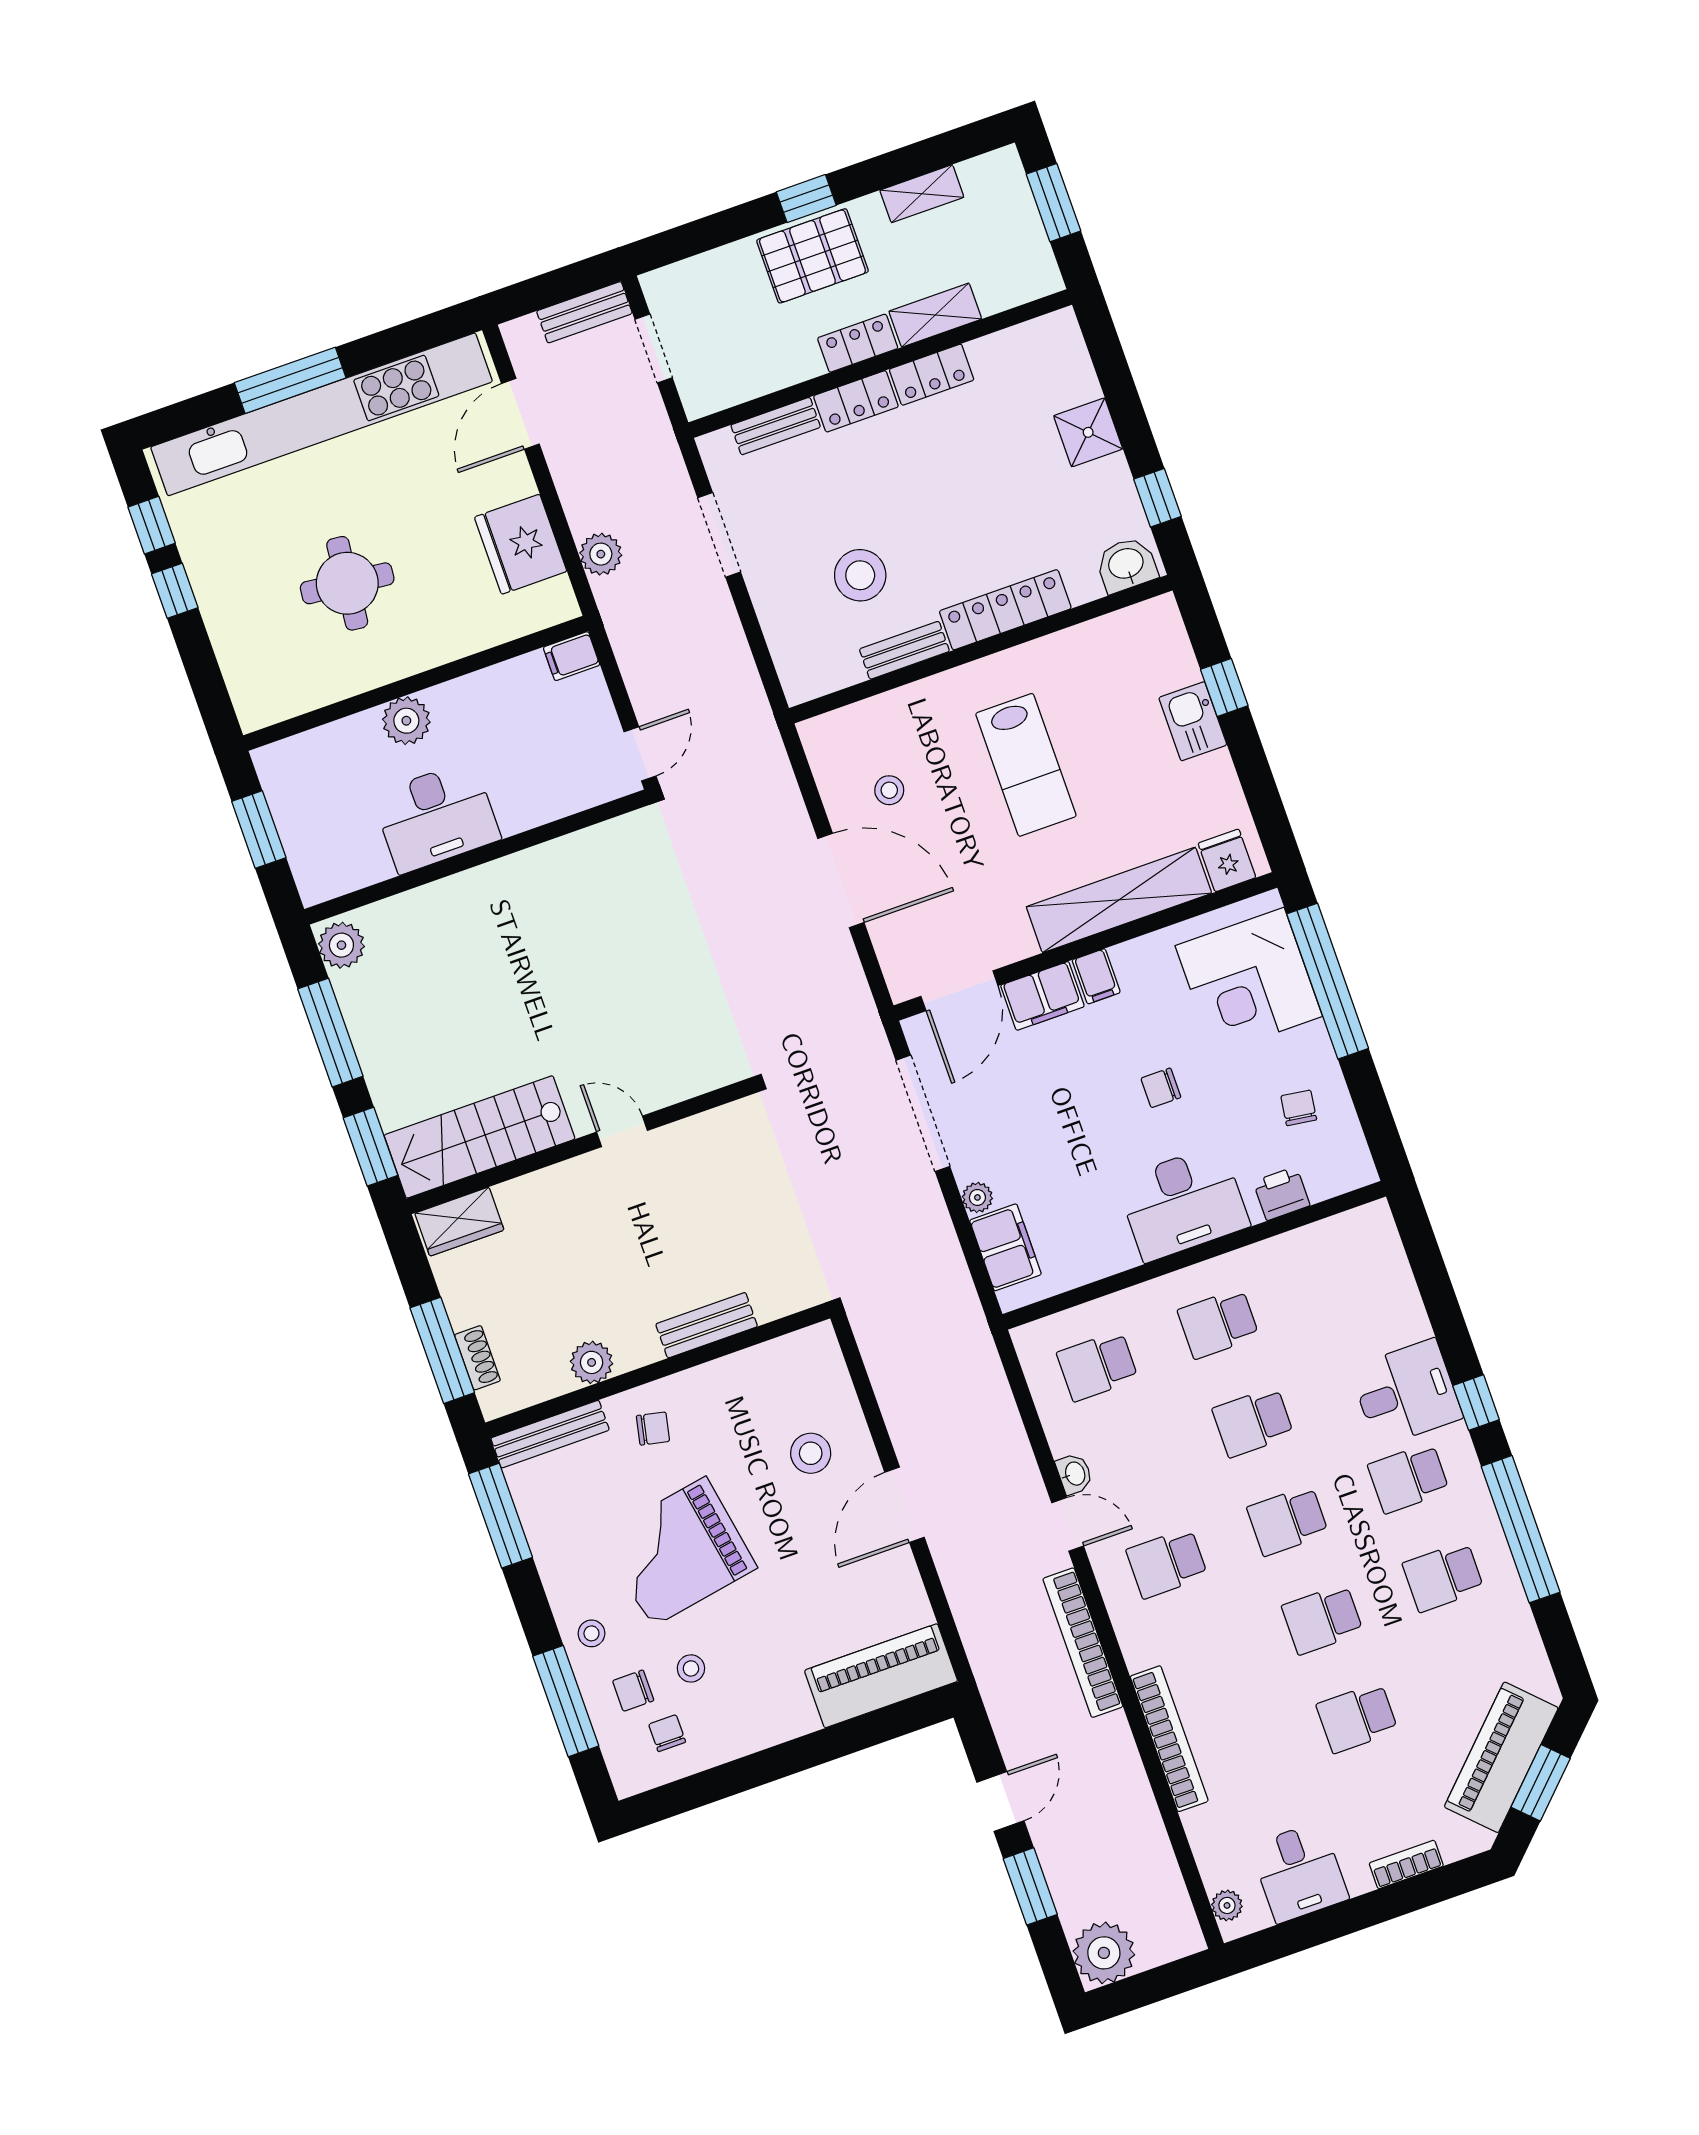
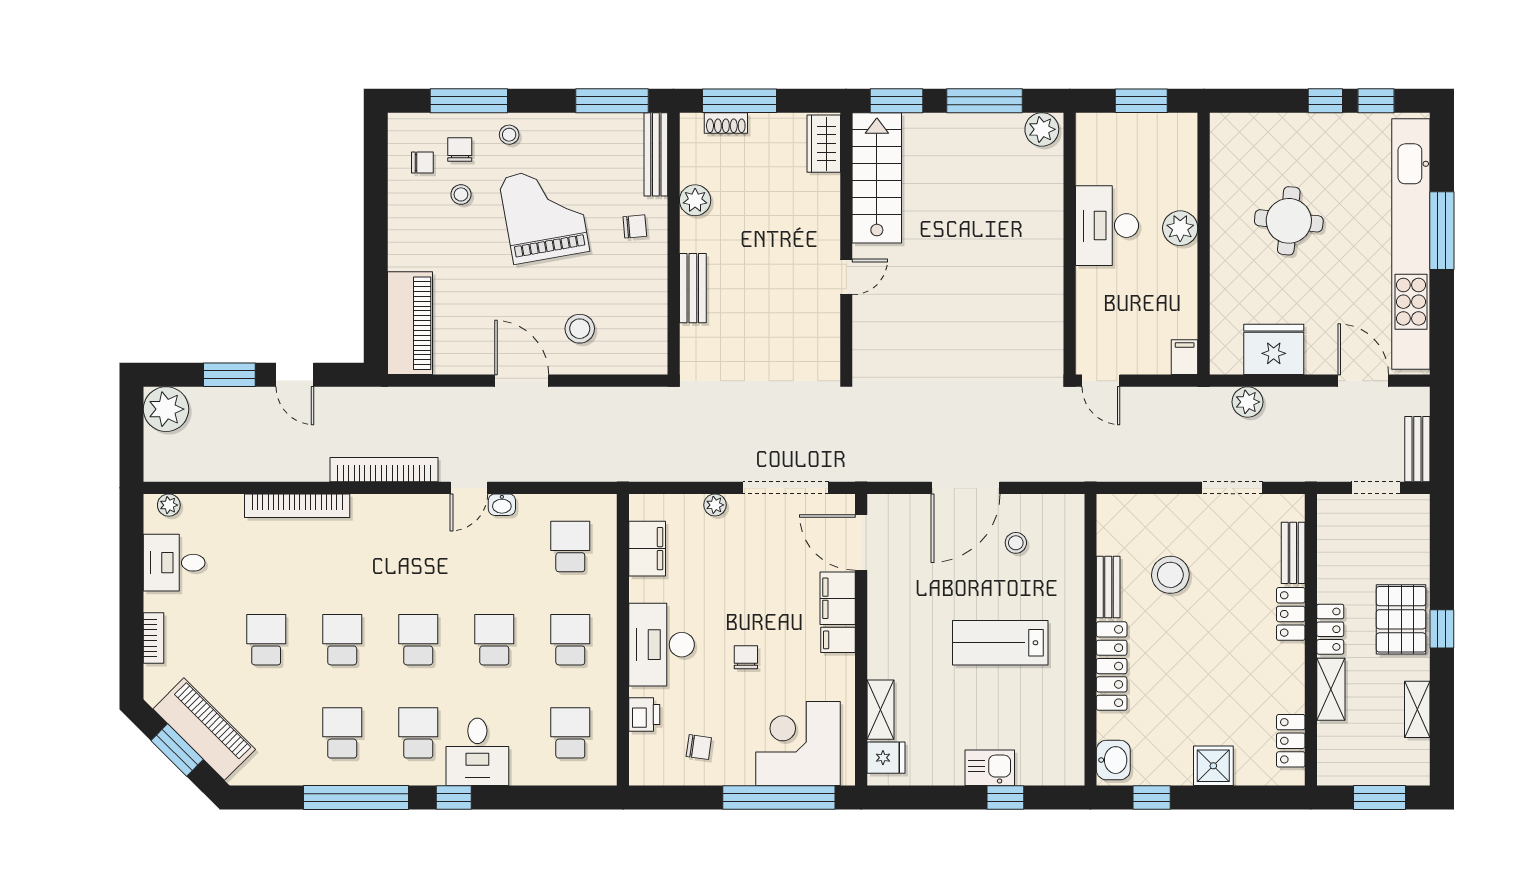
locker: (932, 375) -> (1291, 741), moved
shelving: (1119, 900) -> (881, 710), width x0.45, depth x0.75
filing cabinet: (1005, 1247) -> (647, 549), moved, turned -90
chair: (653, 1429) -> (635, 226), turned -107
school desk: (1167, 1563) -> (570, 733), moved

